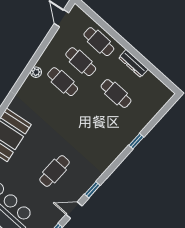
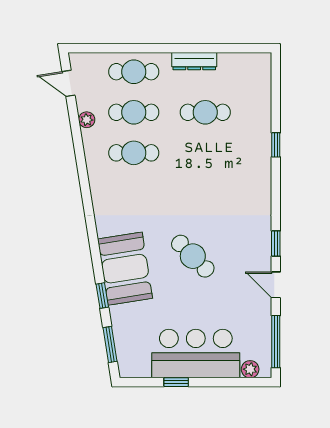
plant: (36, 72) -> (87, 120), moved
cafe table: (55, 171) -> (193, 256), moved, turned -45
door: (74, 210) -> (276, 285), hinge flipped

